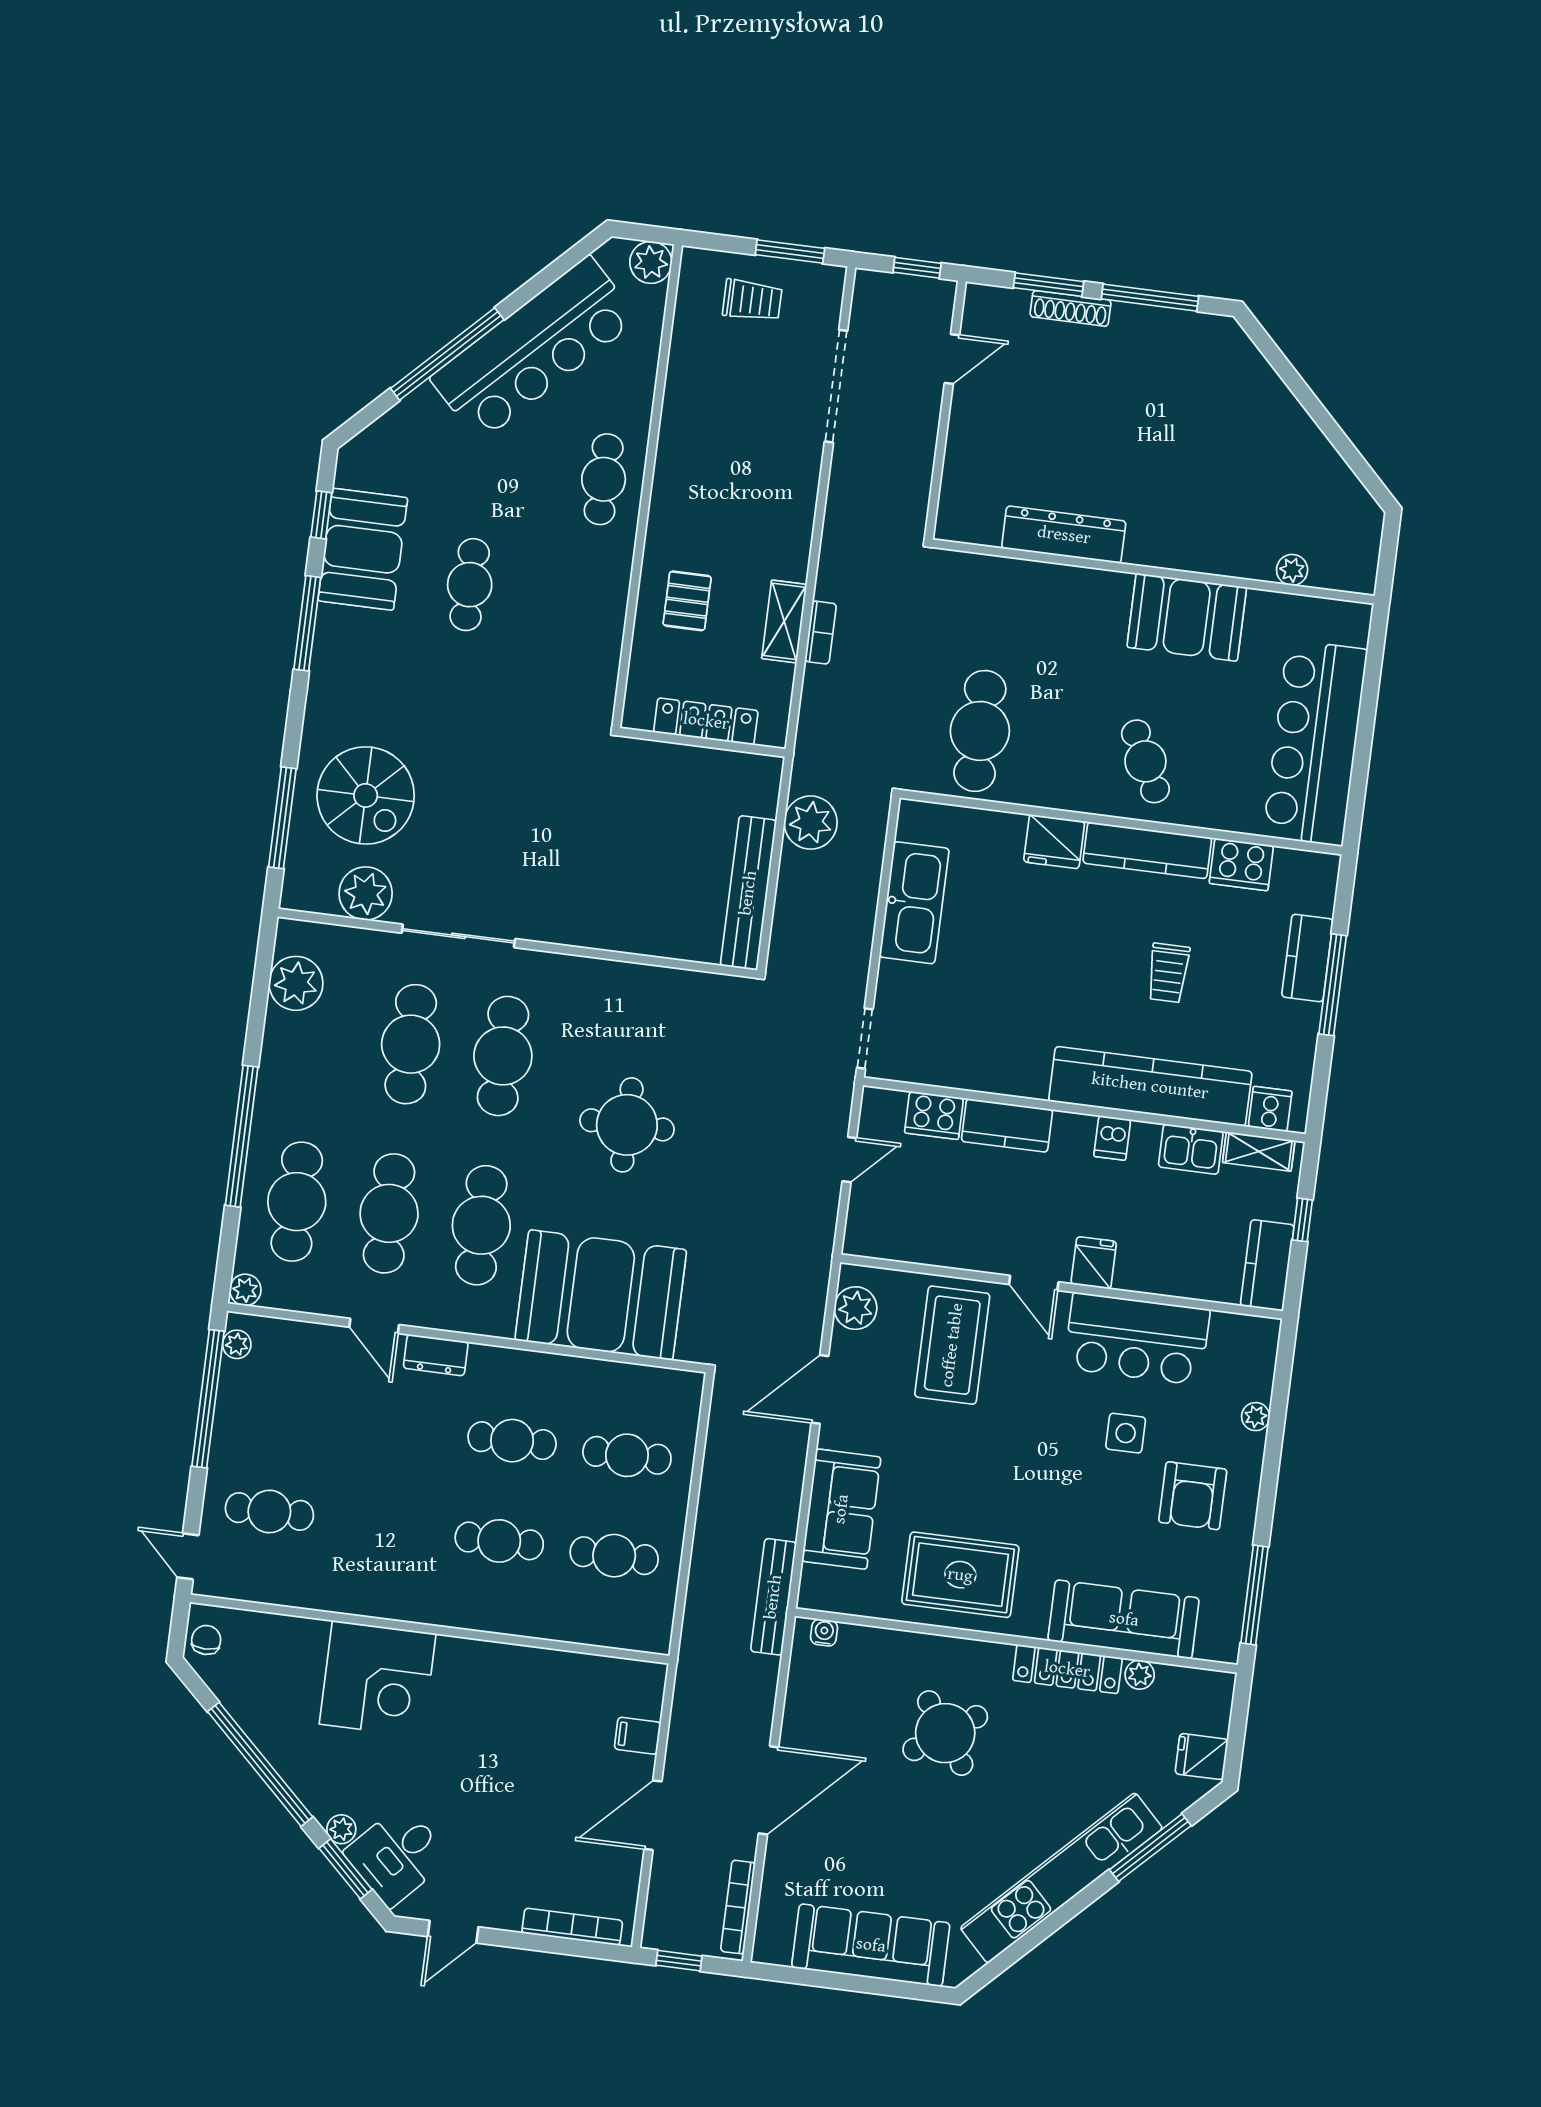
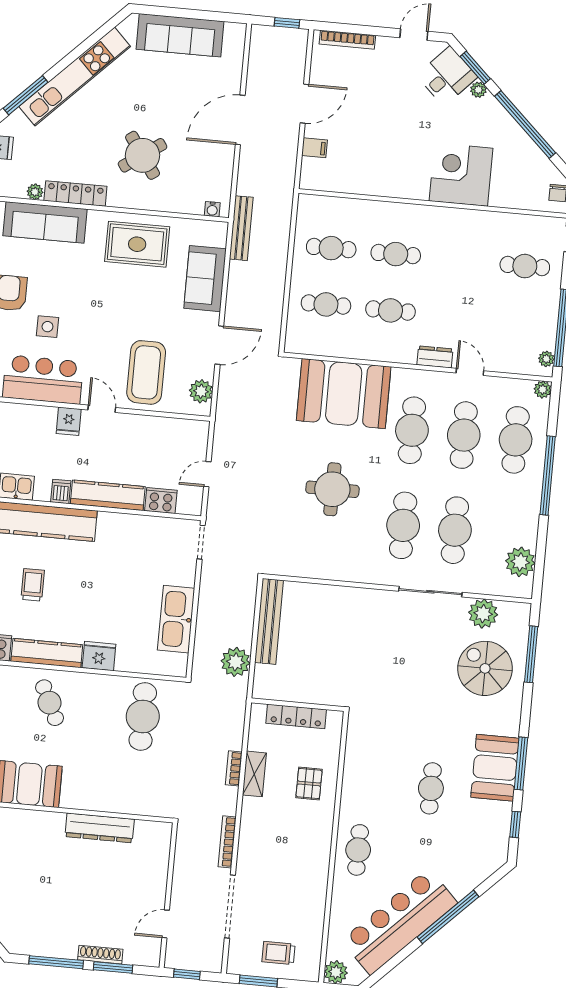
booth: (363, 549) -> (495, 768), moved
kitchen counter: (1007, 1125) -> (108, 495), width x1.50
bookcase: (738, 1907) -> (227, 842), moved, turned 180

